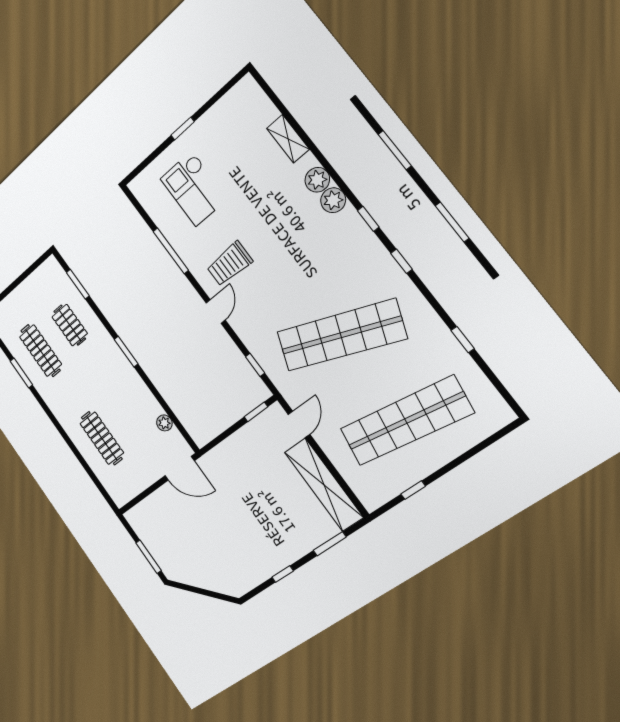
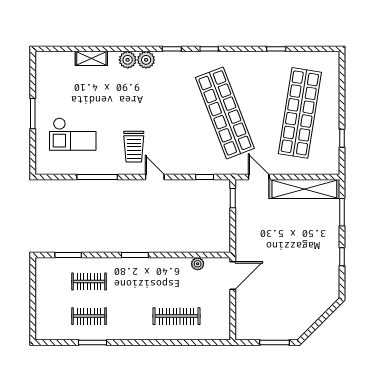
window: (183, 128) -> (33, 114), width x1.50
shop shelf: (341, 335) -> (225, 113), turned -42
clothes rail: (41, 351) -> (89, 316), width x0.73

